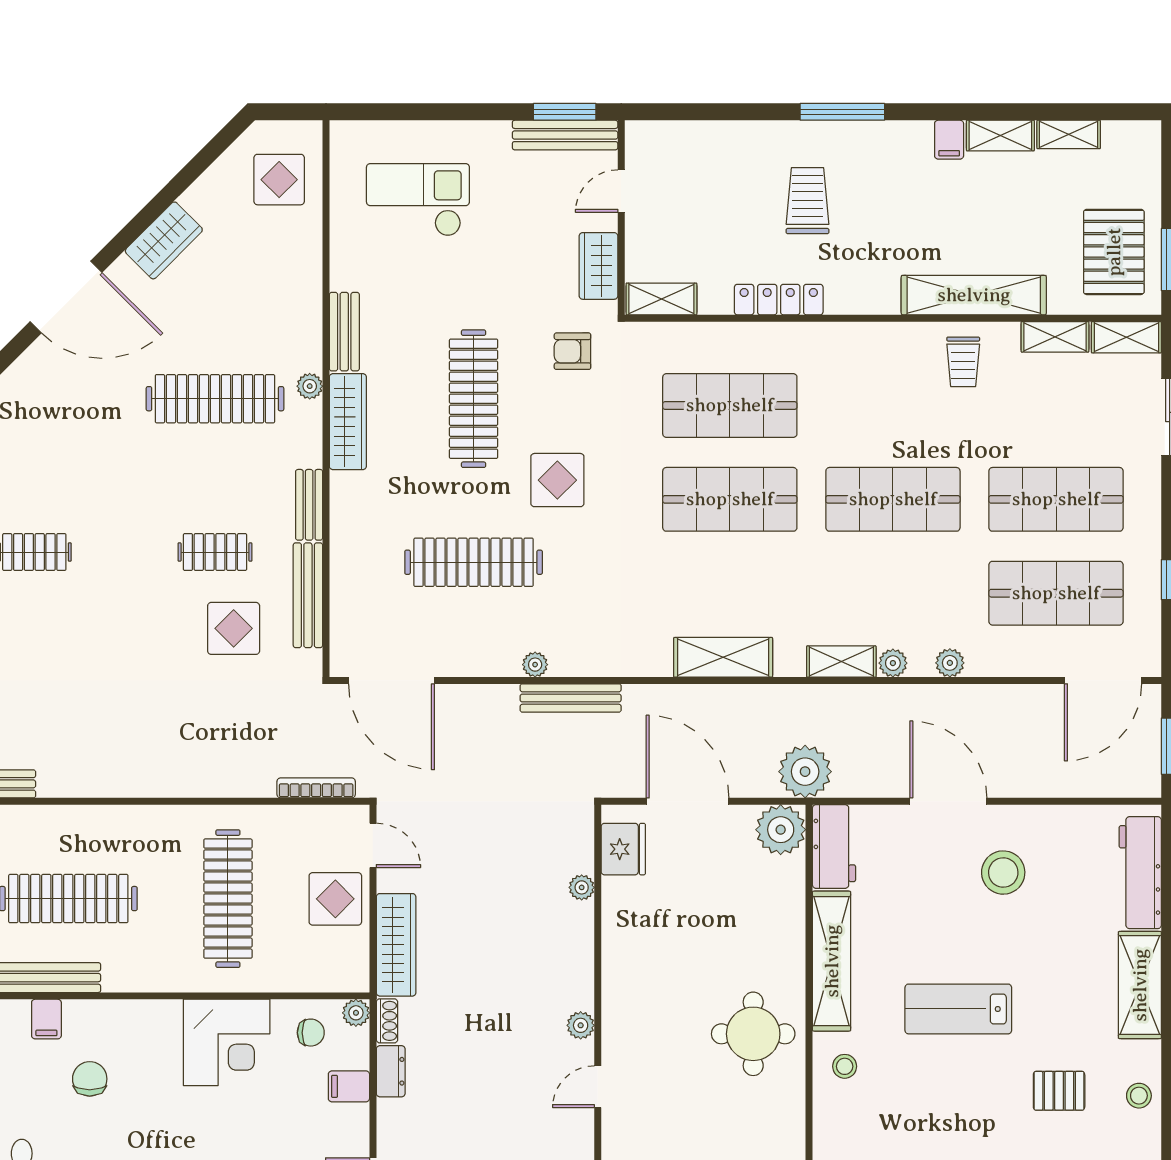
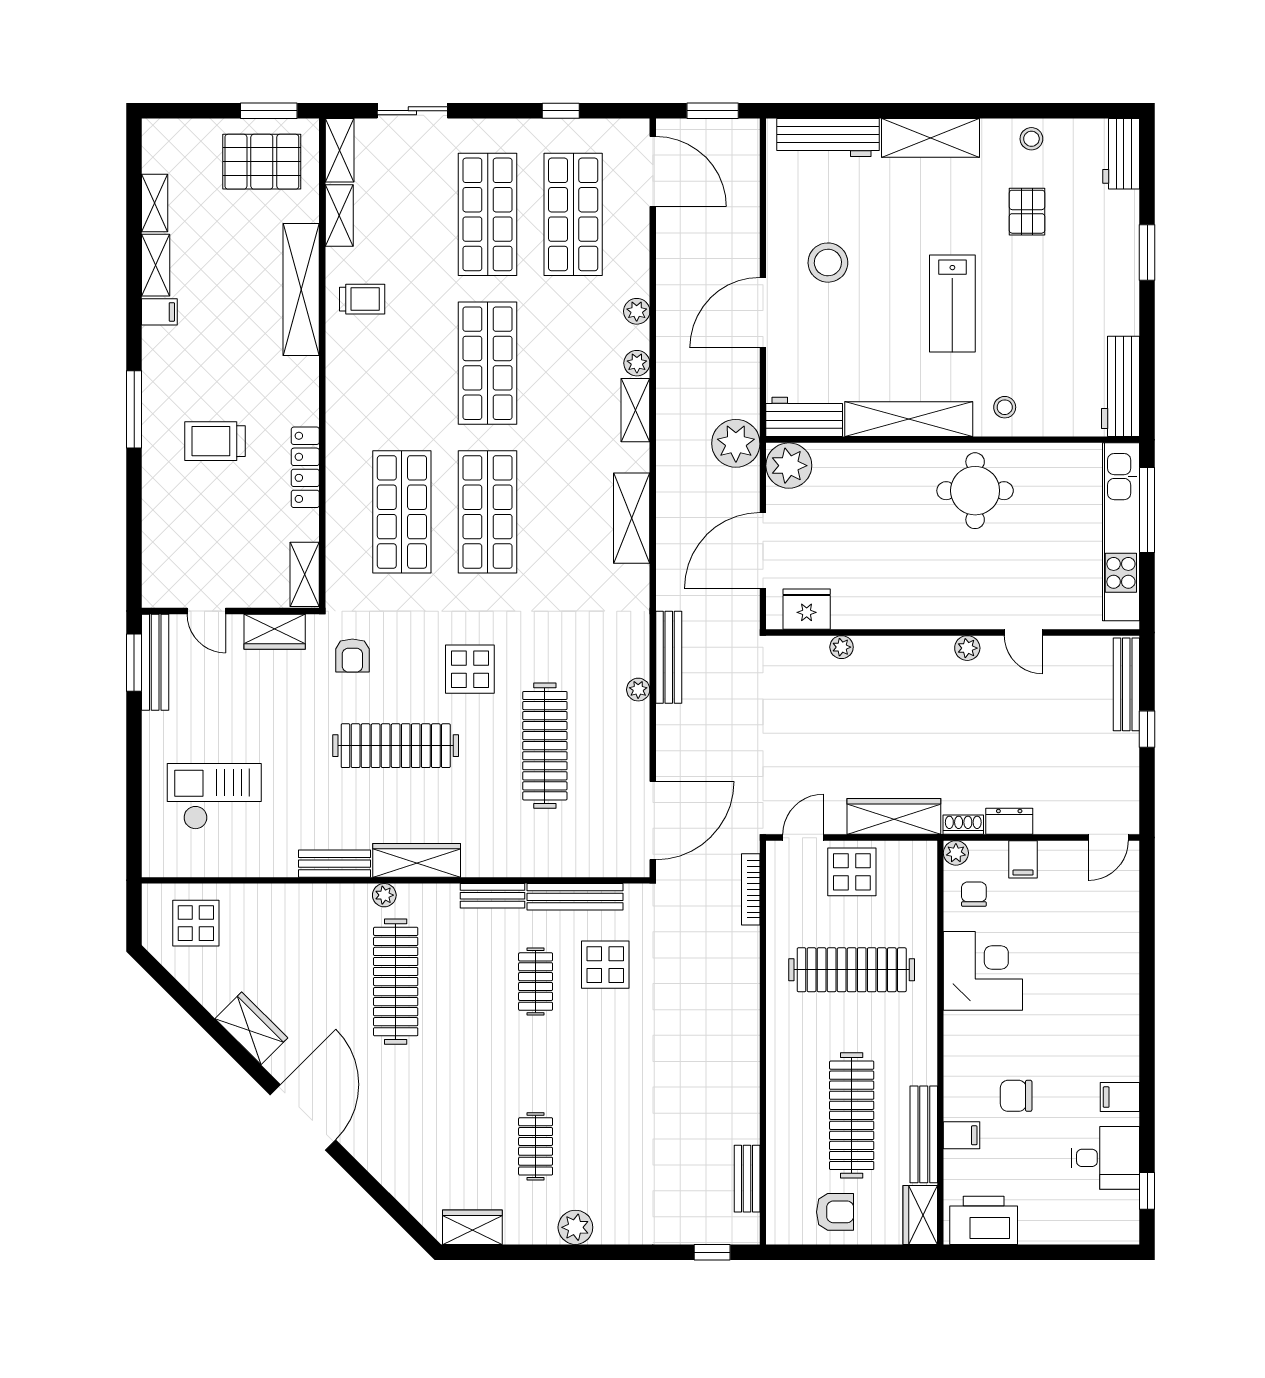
checkout: (418, 200) -> (214, 796), turned 90

